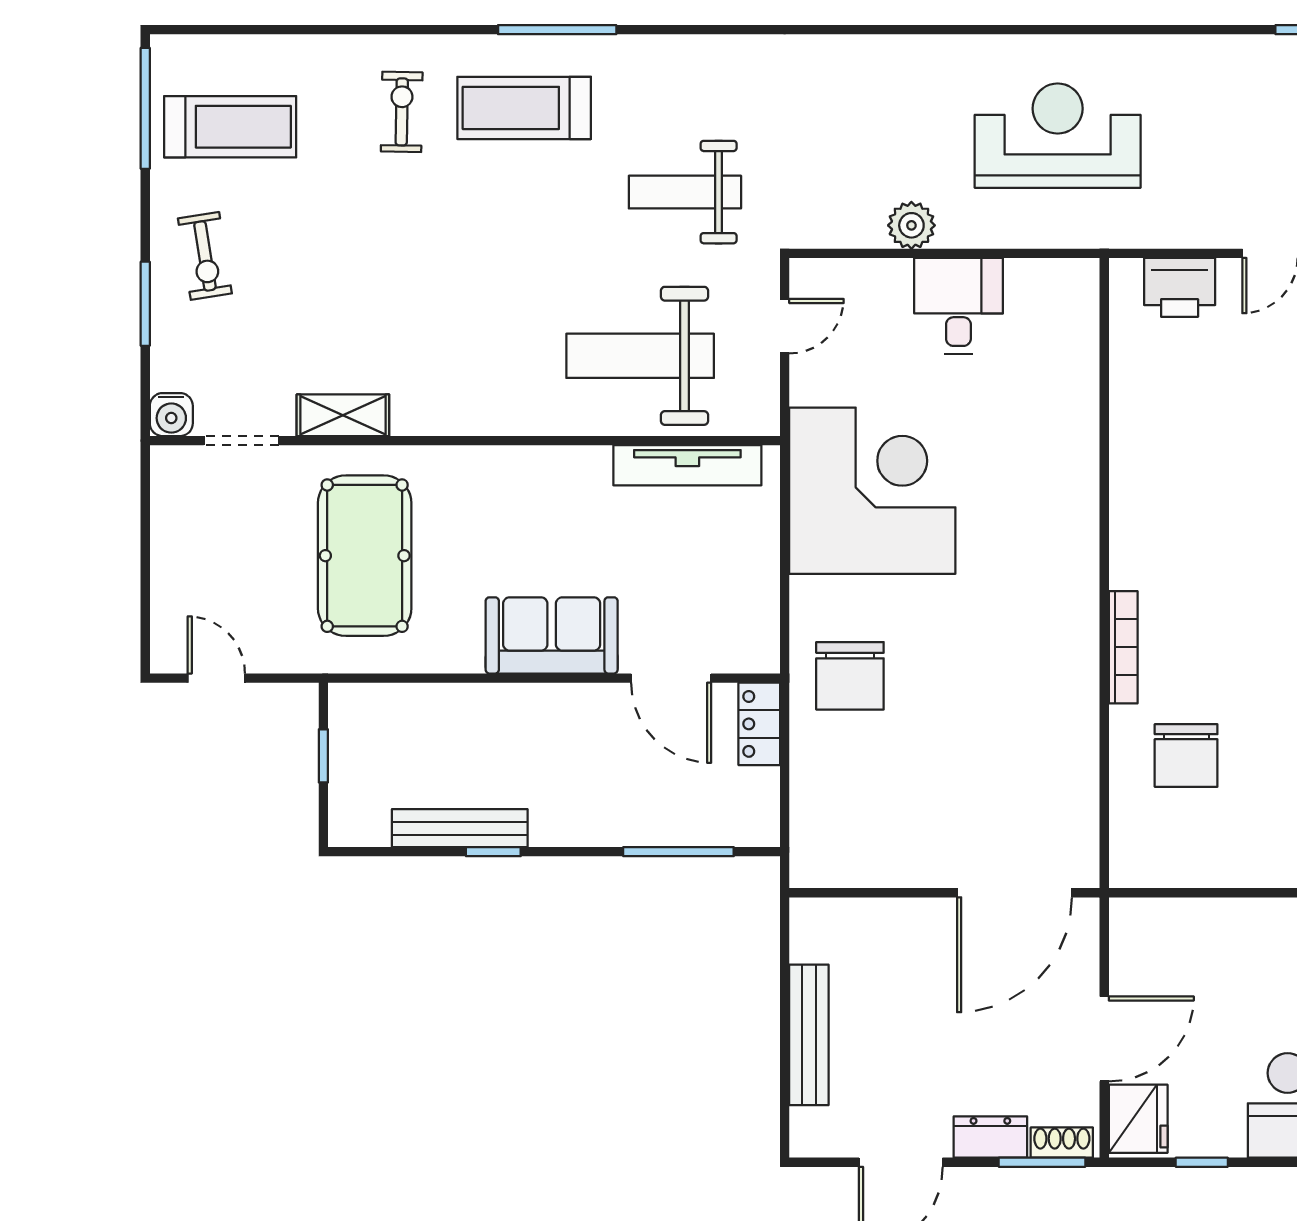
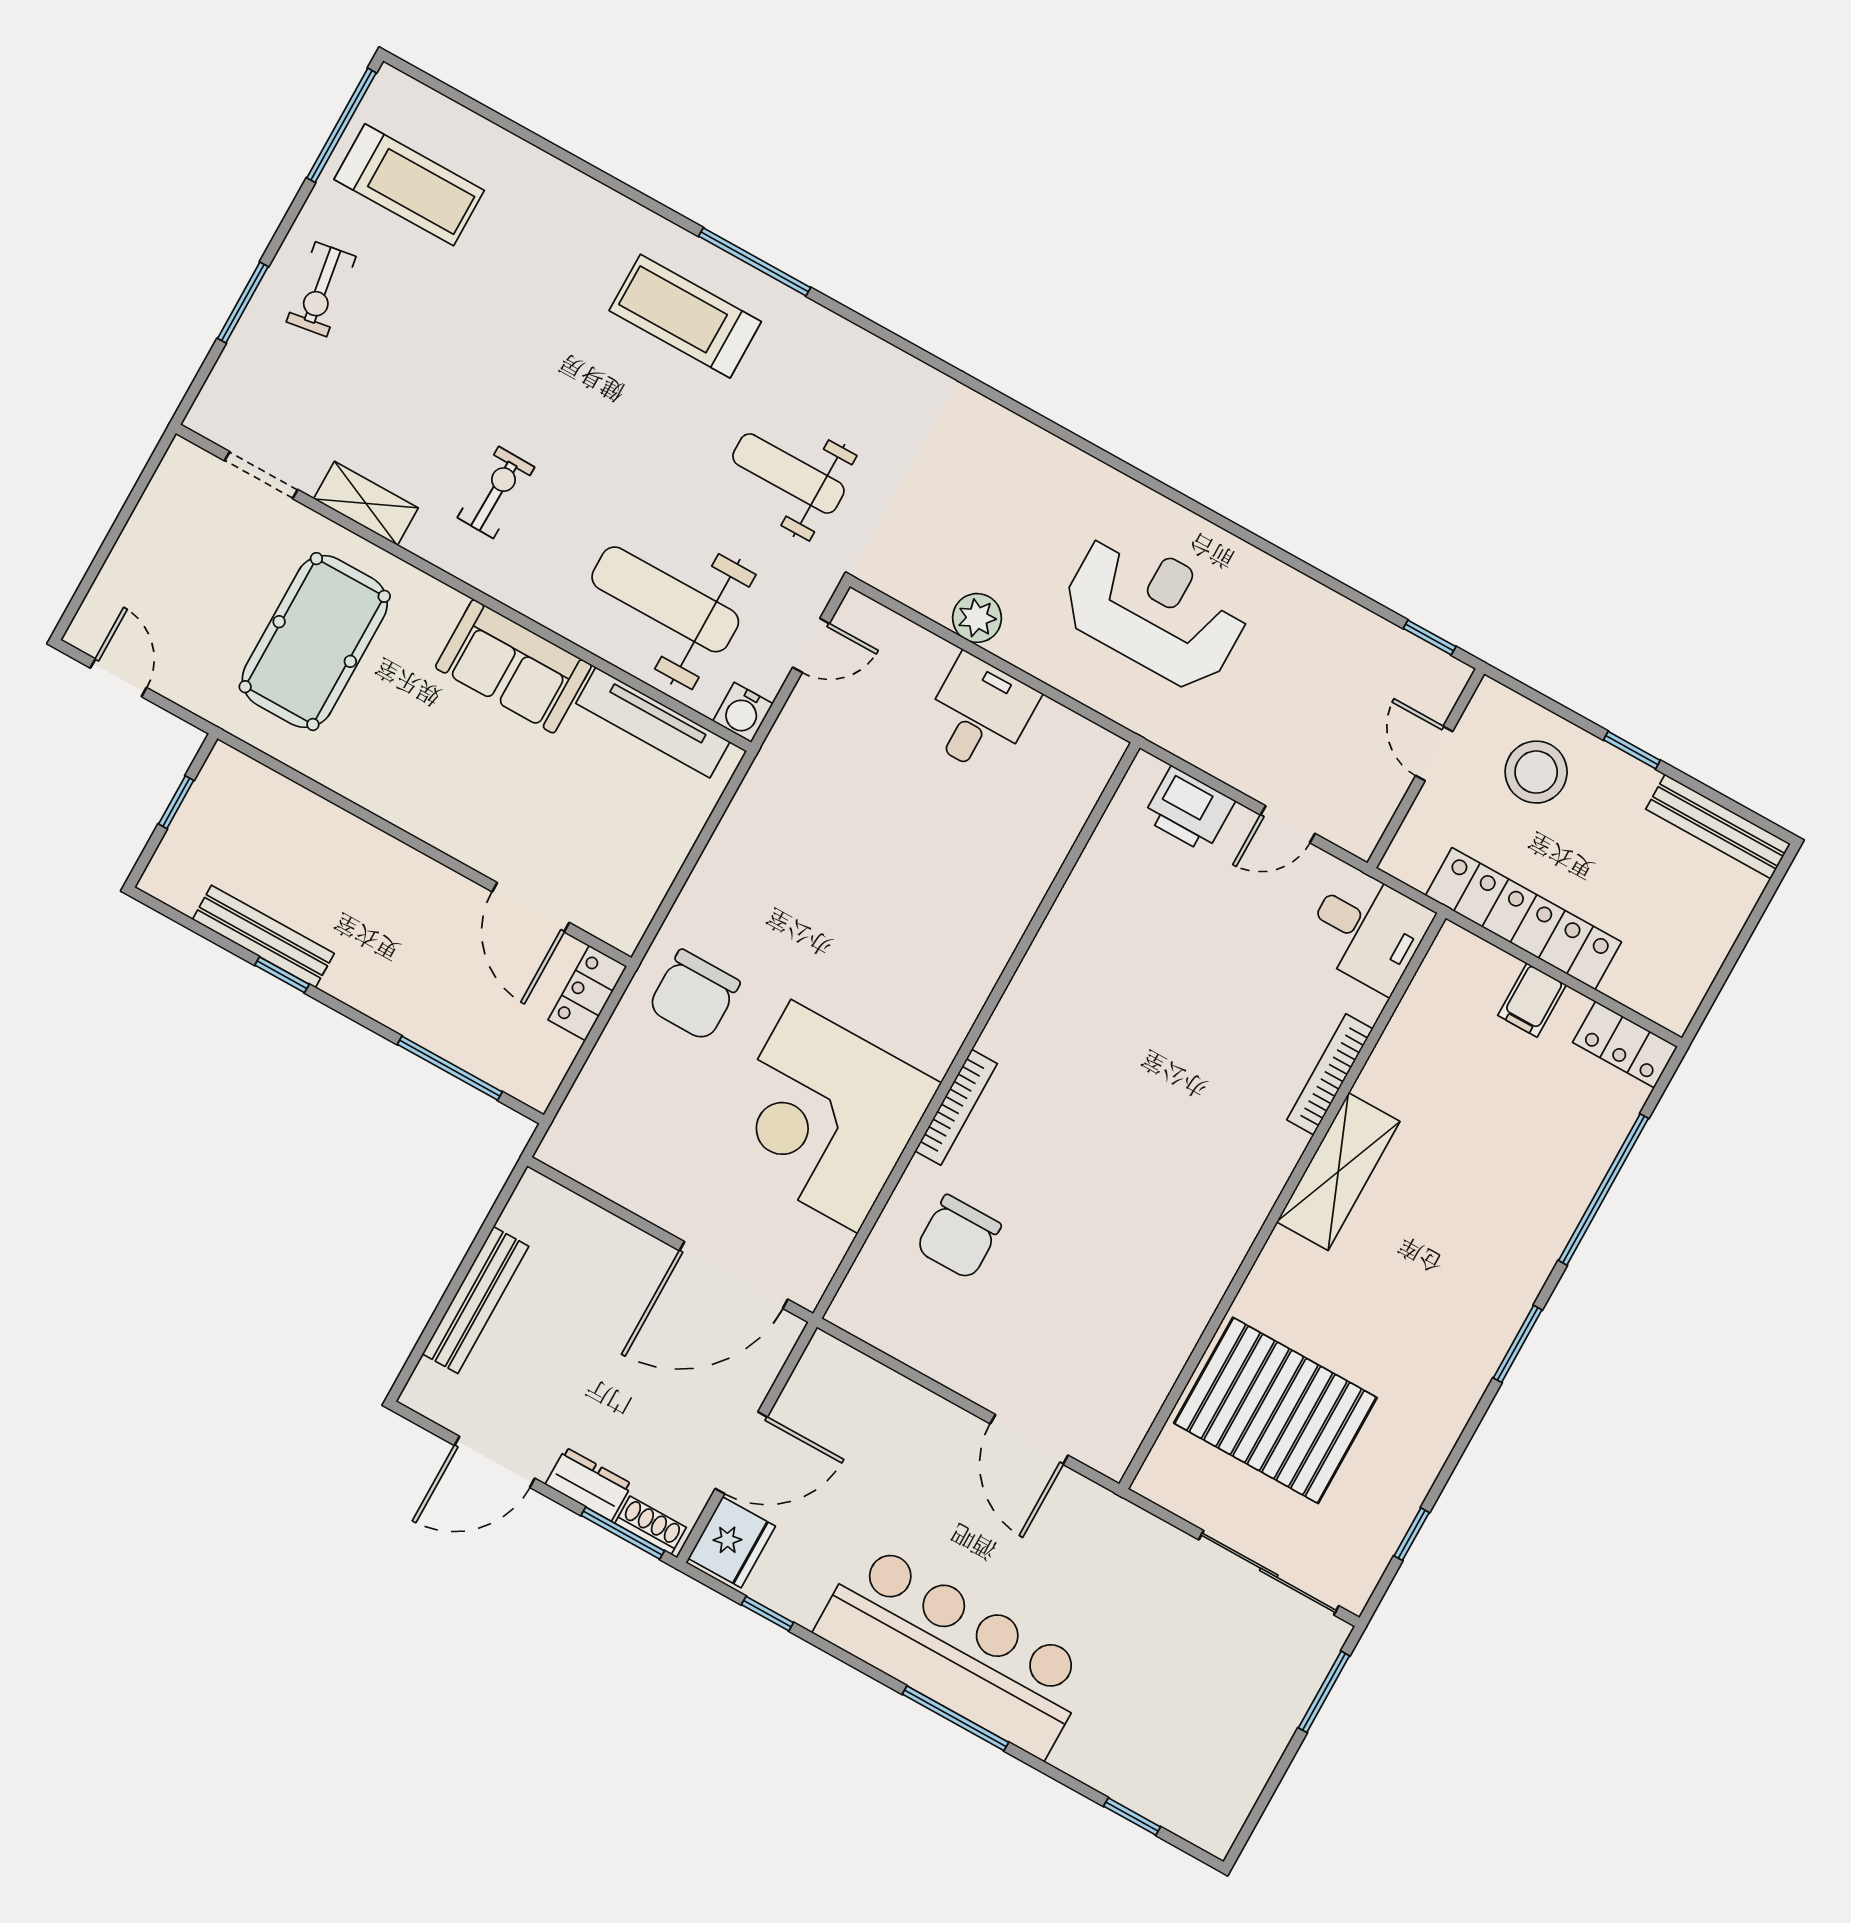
exercise bike: (402, 112) -> (496, 492), moved
water cooler: (171, 415) -> (743, 712), moved
corner desk: (872, 491) -> (824, 1116), moved, turned 180
sofa: (552, 635) -> (513, 666), moved, turned 180

